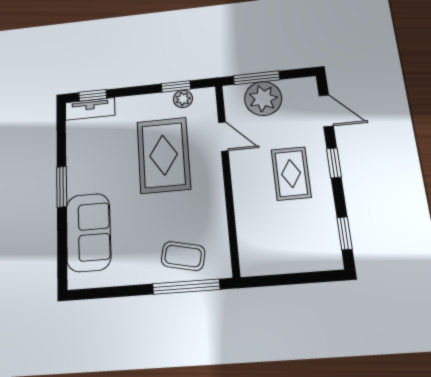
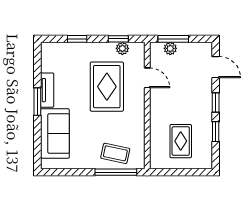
window: (93, 95) -> (77, 39), moved
plant: (263, 99) -> (170, 48), width x0.53, depth x0.53
tv unit: (90, 109) -> (47, 90), moved, turned -90
rug: (291, 173) -> (181, 141), moved
window: (344, 233) -> (216, 132), moved

